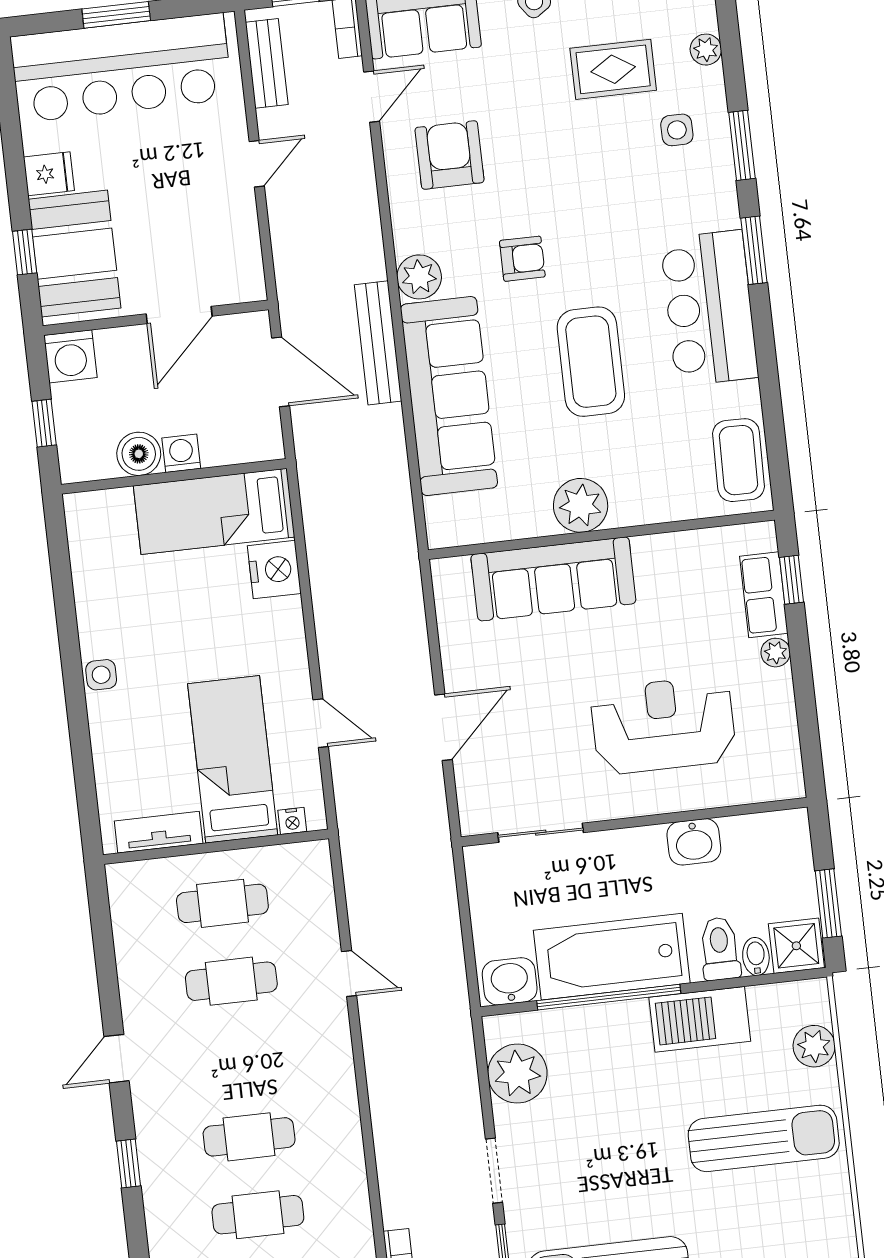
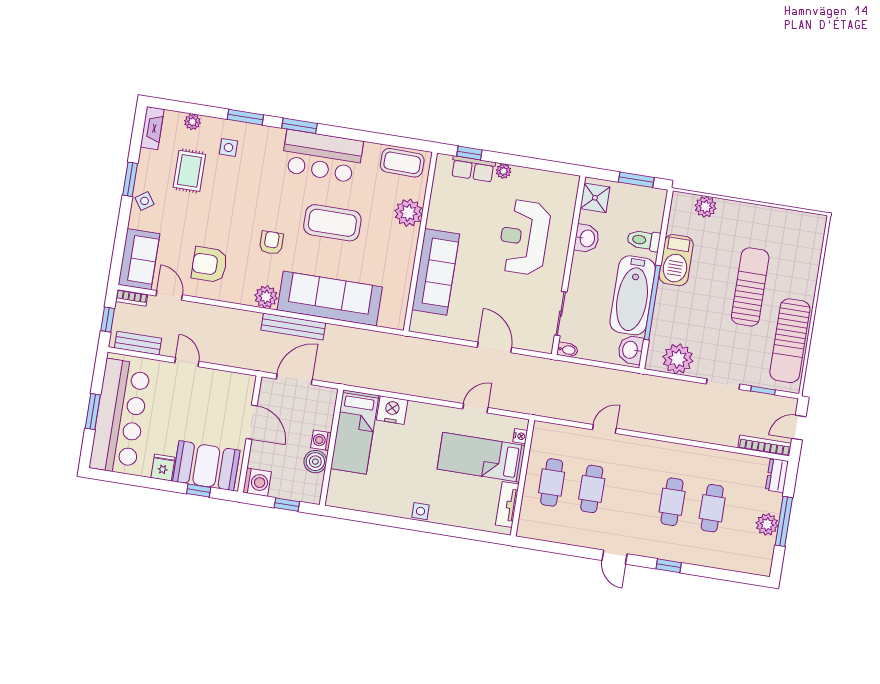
plant: (581, 505) -> (408, 213), moved
shower: (796, 946) -> (595, 198), moved
bidet: (756, 956) -> (567, 350), moved, turned 180
sun lounger: (764, 1138) -> (750, 287), moved

